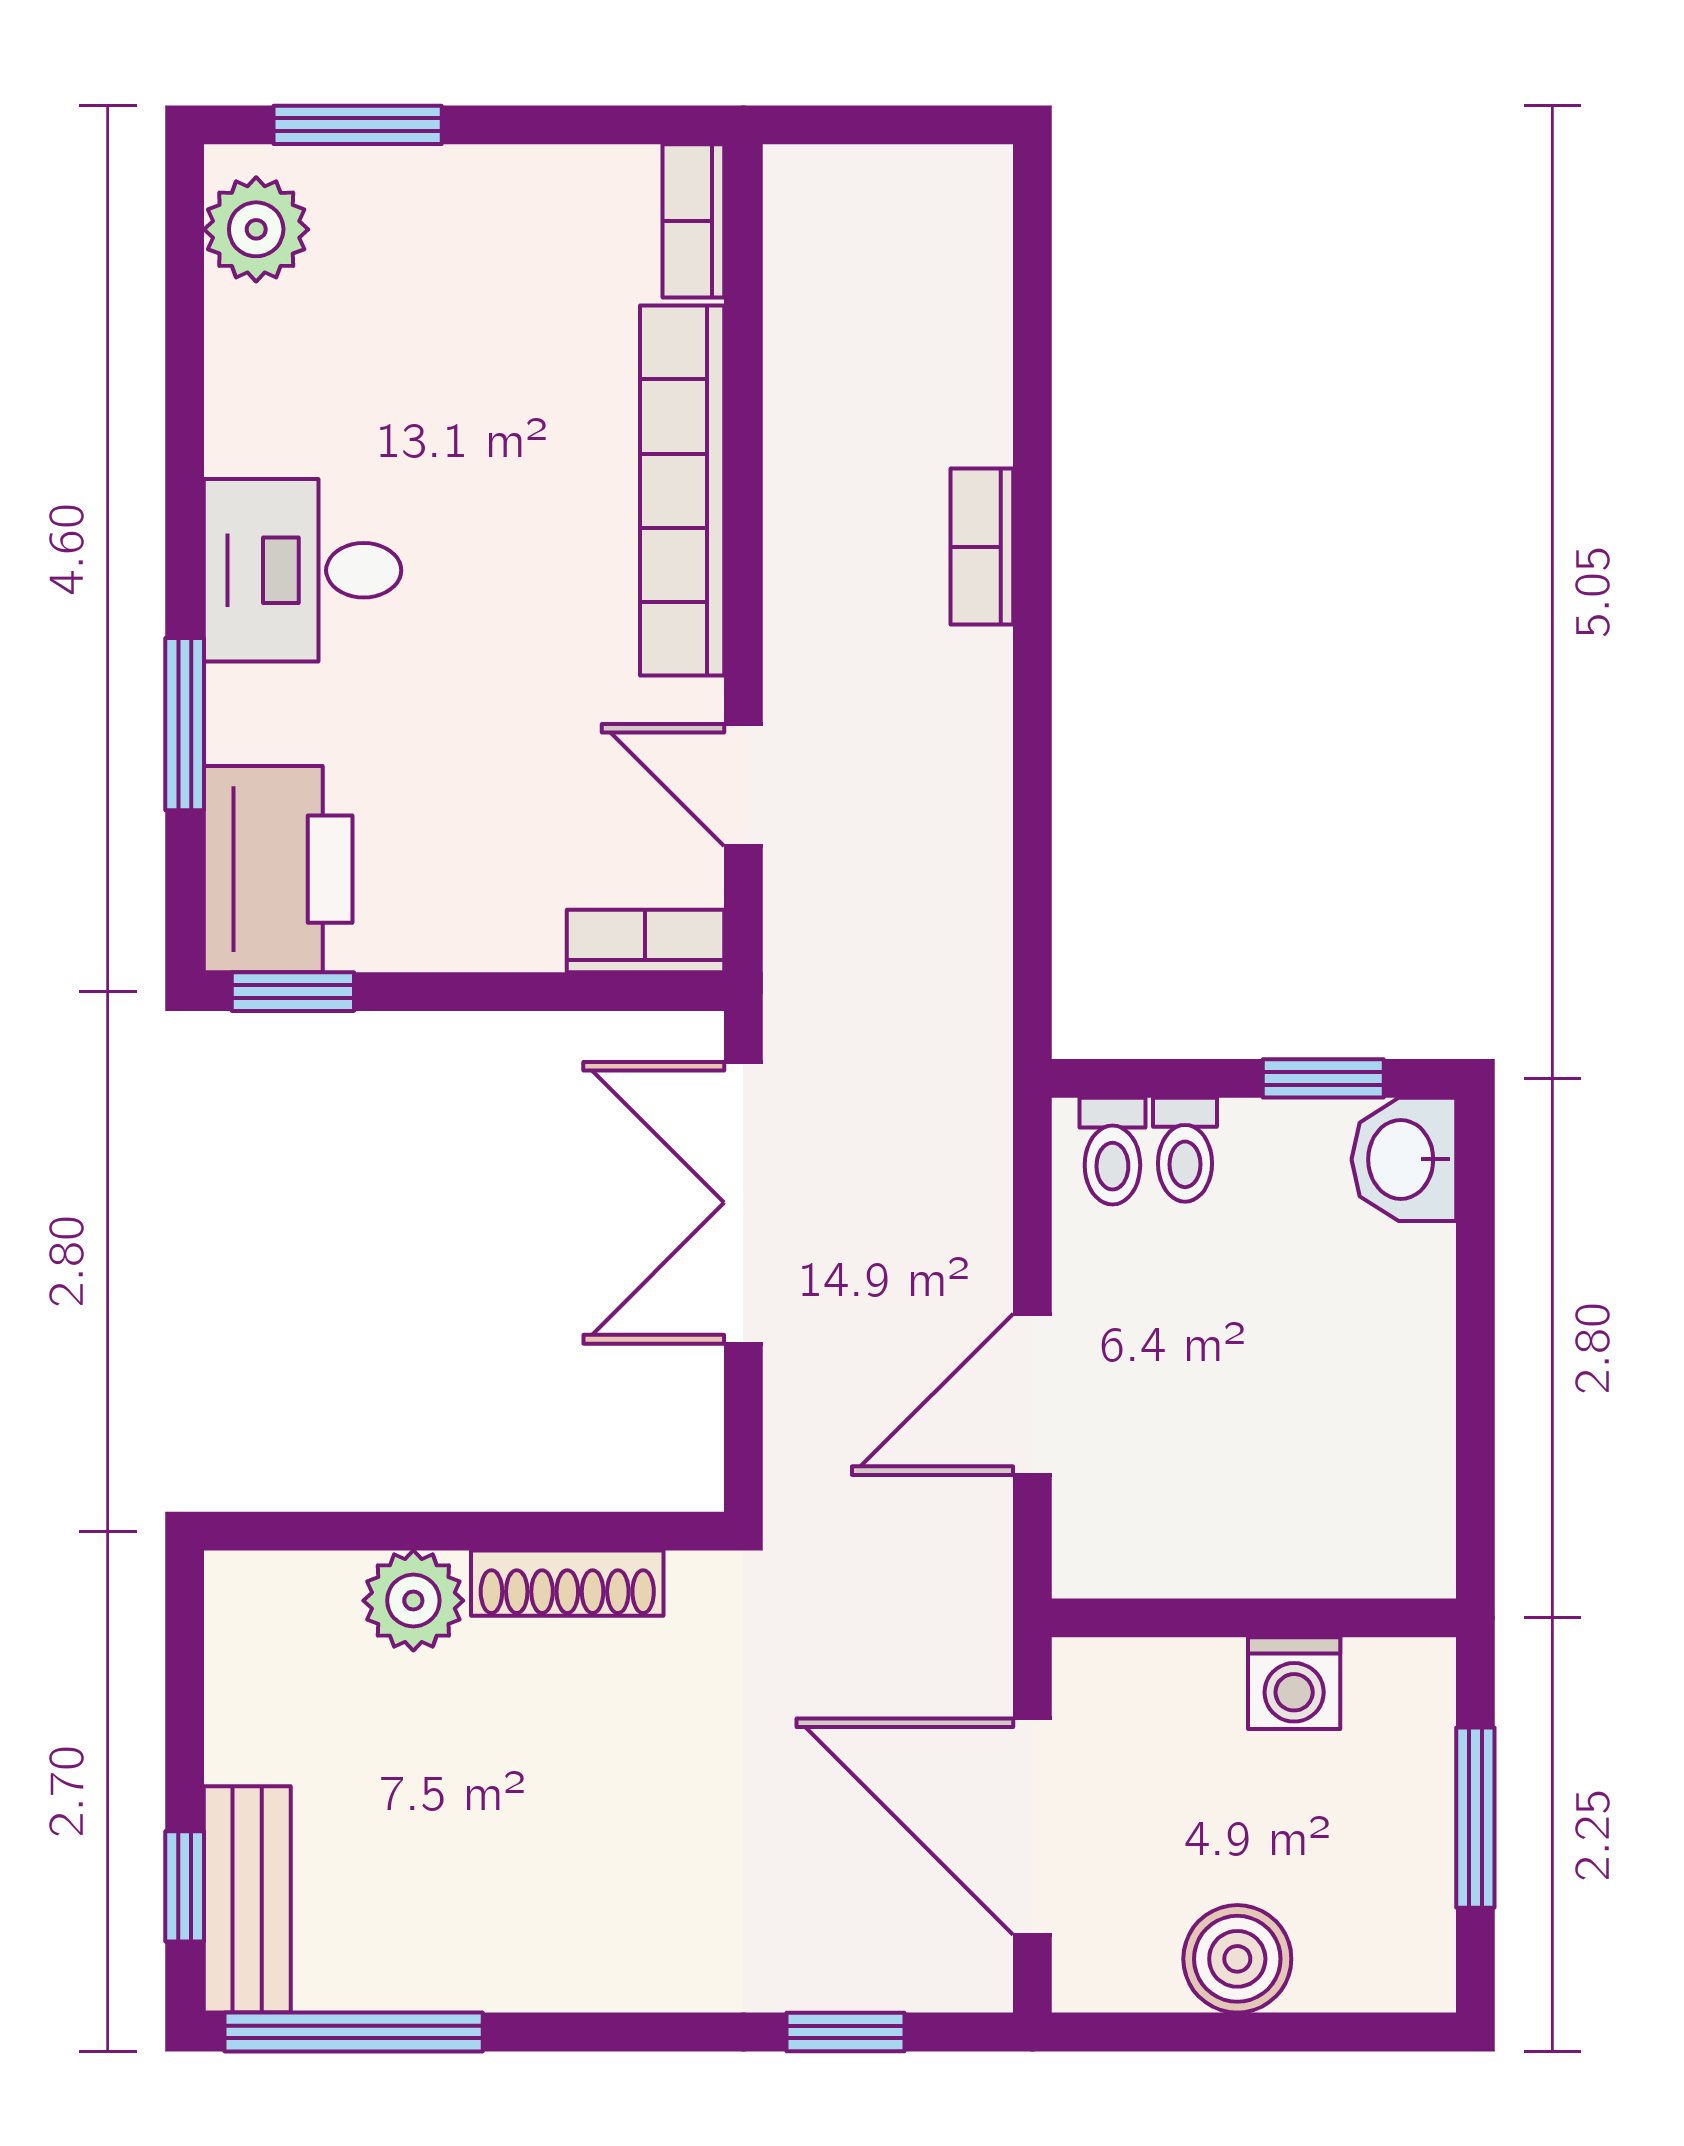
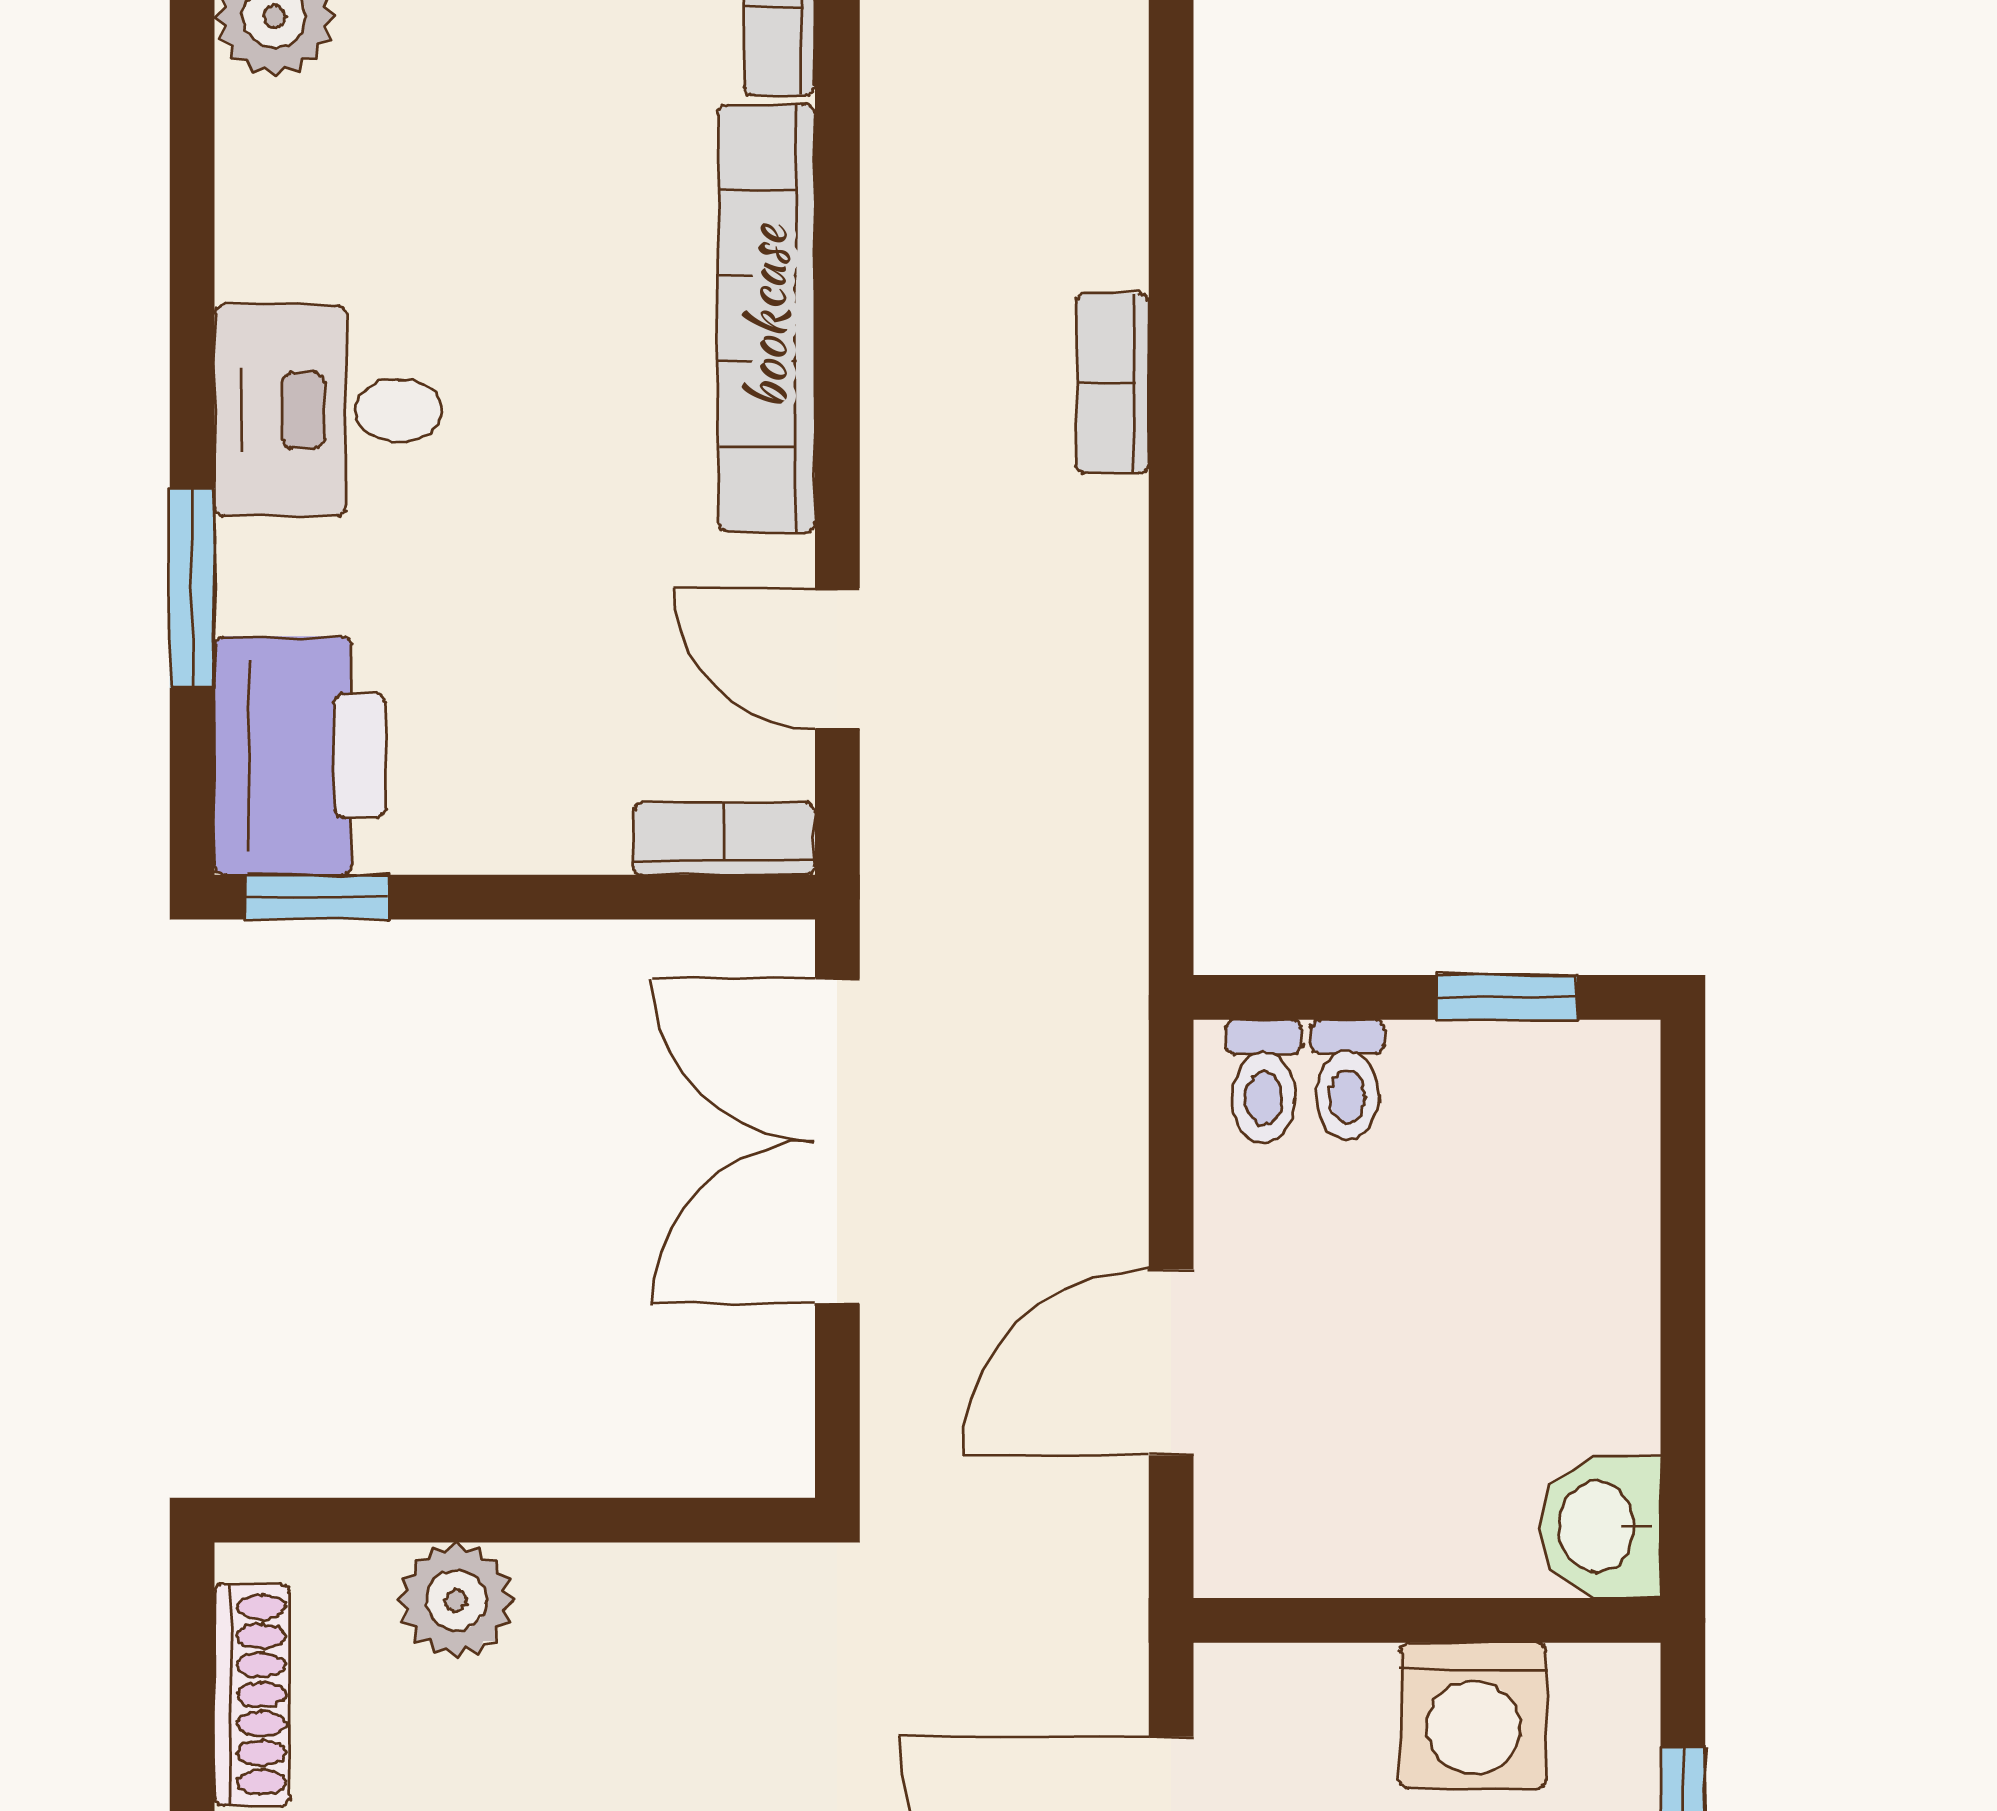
washbasin: (1404, 1159) -> (1600, 1527), moved
shoe rack: (567, 1583) -> (252, 1695), moved, turned -90
washing machine: (1294, 1683) -> (1473, 1716), width x1.38, depth x1.38

